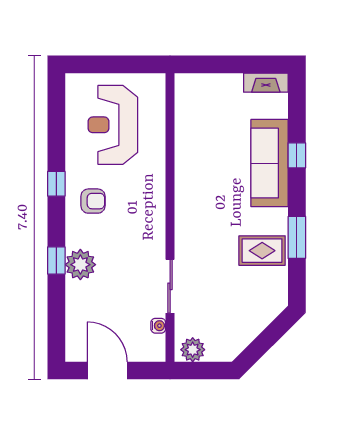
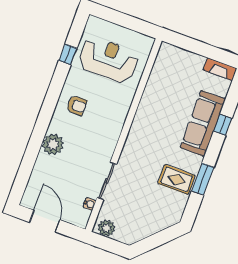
reception desk: (113, 125) -> (108, 60), turned 90
window: (56, 184) -> (68, 55), moved
window: (56, 260) -> (38, 136), removed

